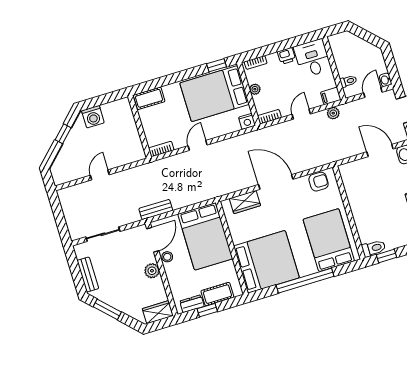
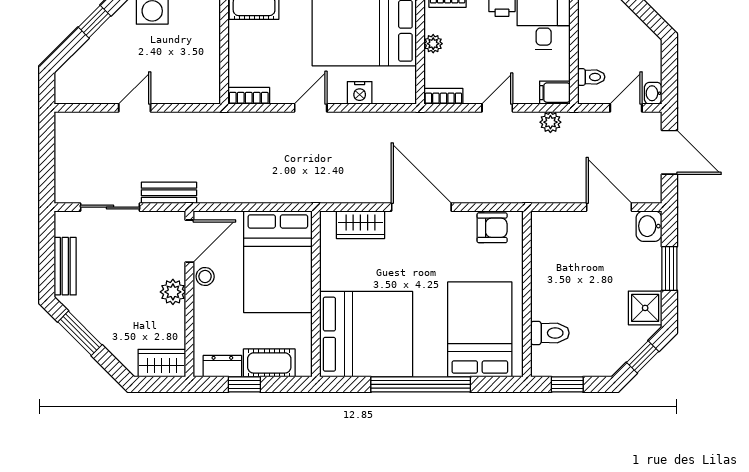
nightstand: (247, 121) -> (360, 93), moved
bench: (156, 210) -> (169, 193), moved
toilet: (374, 248) -> (550, 333), moved

